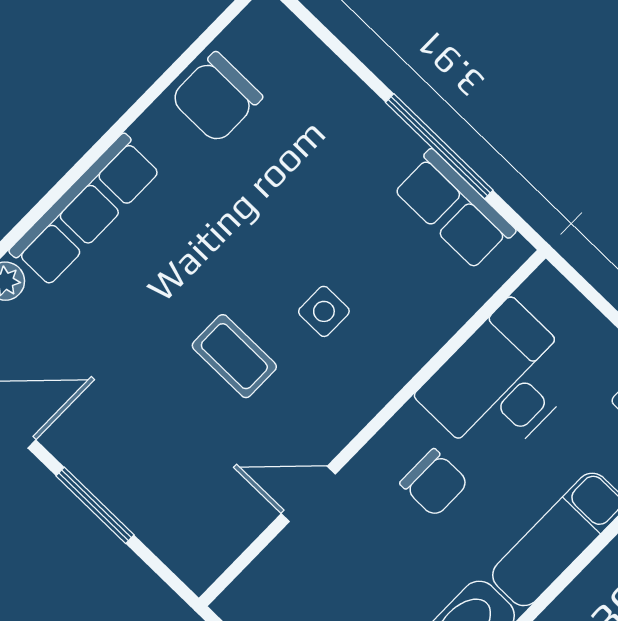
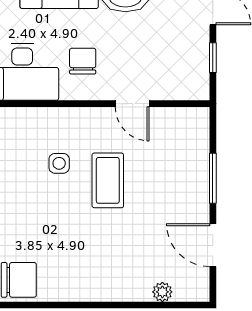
row of seats: (85, 210) -> (107, 288), removed
coffee table: (234, 356) -> (108, 180), width x1.36, depth x1.30

